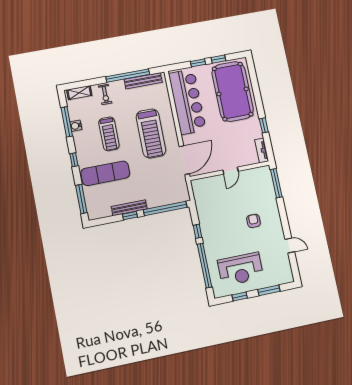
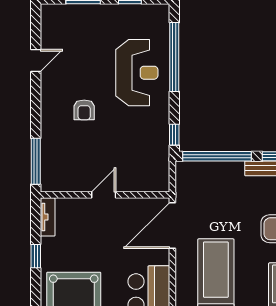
window: (197, 231) -> (174, 135), moved
door: (290, 246) -> (36, 61), swing flipped
reception desk: (240, 269) -> (137, 73), moved, turned 90

